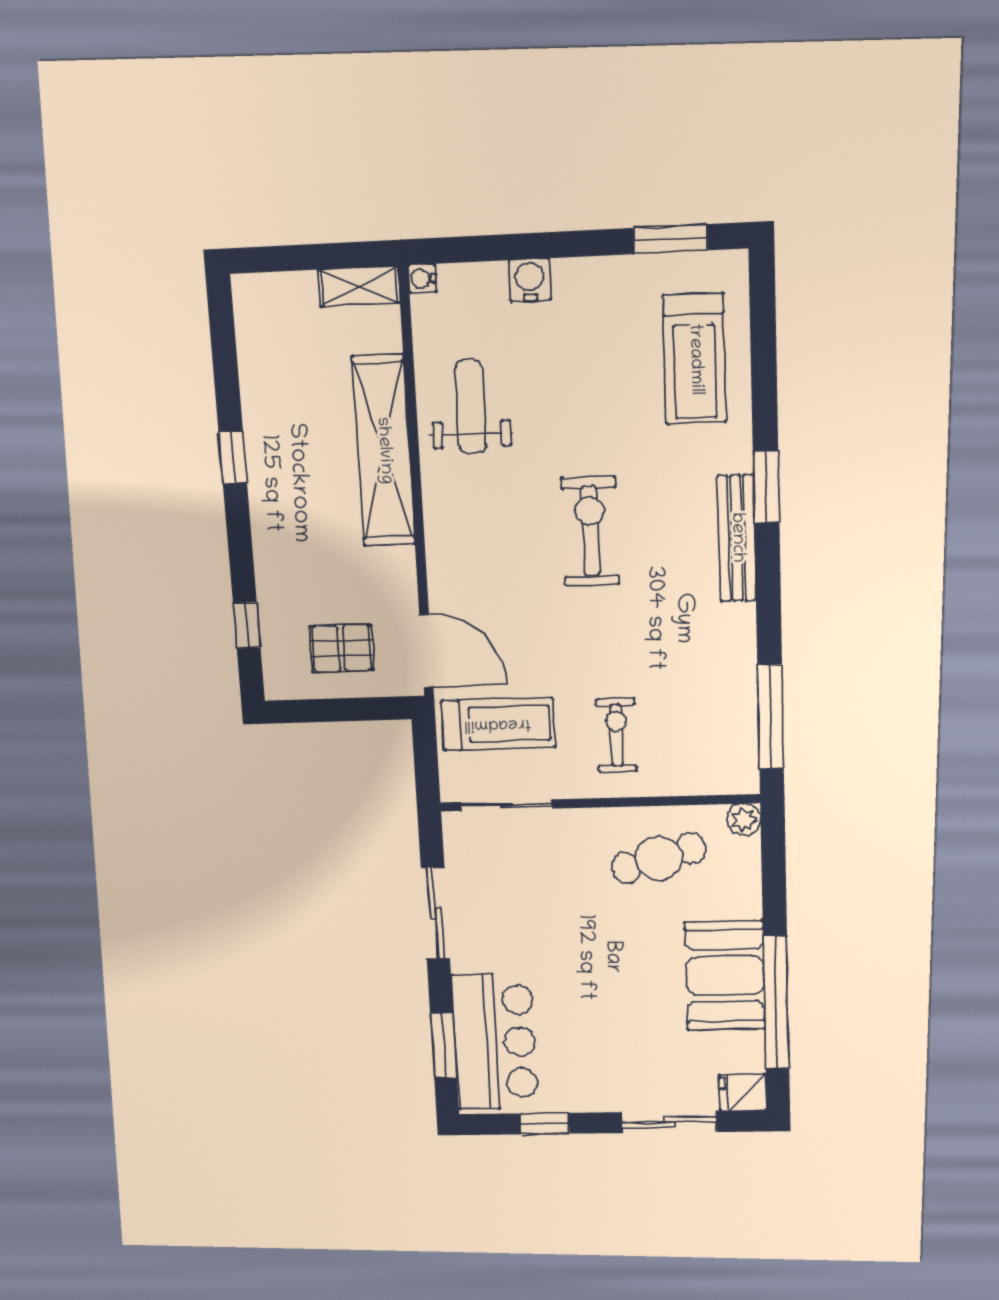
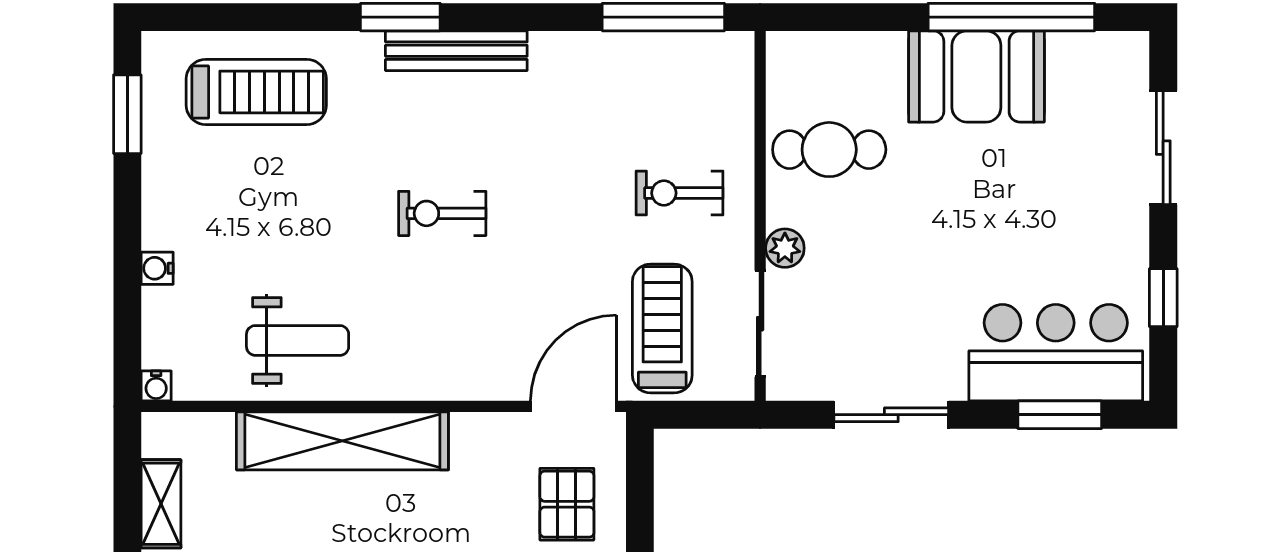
water cooler: (530, 280) -> (157, 268), width x0.72, depth x0.72
shelving: (359, 286) -> (161, 504), moved
weight bench: (471, 407) -> (298, 340), turned 180
exercise bike: (590, 531) -> (442, 213), width x0.73, depth x0.72
plant: (744, 820) -> (785, 248), moved
cafe table: (659, 858) -> (829, 150), turned -74
fridge: (743, 1093) -> (1126, 59), removed

